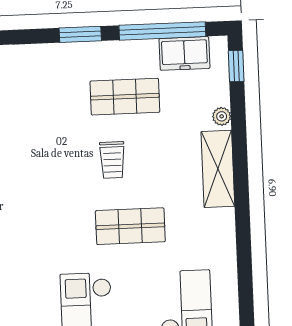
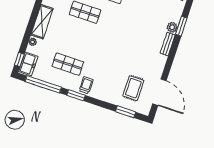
freezer: (184, 53) -> (28, 64), moved, turned 90
trolley: (112, 160) -> (86, 85), moved

